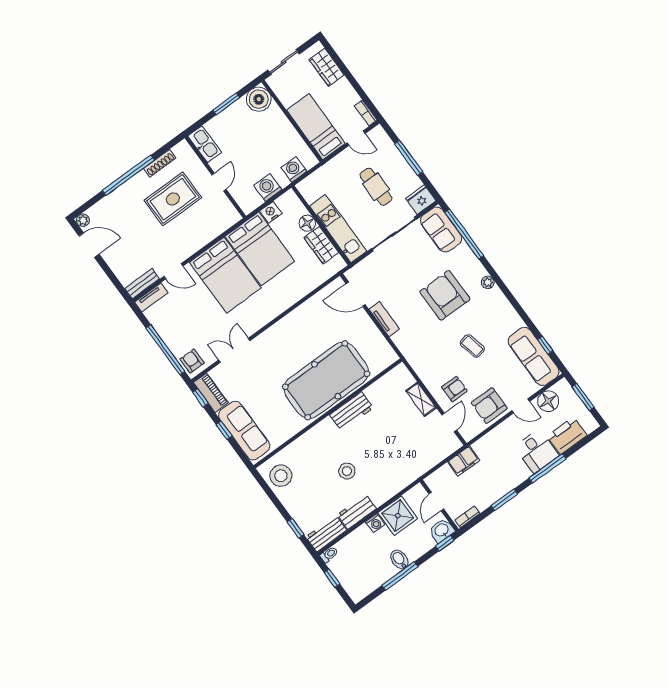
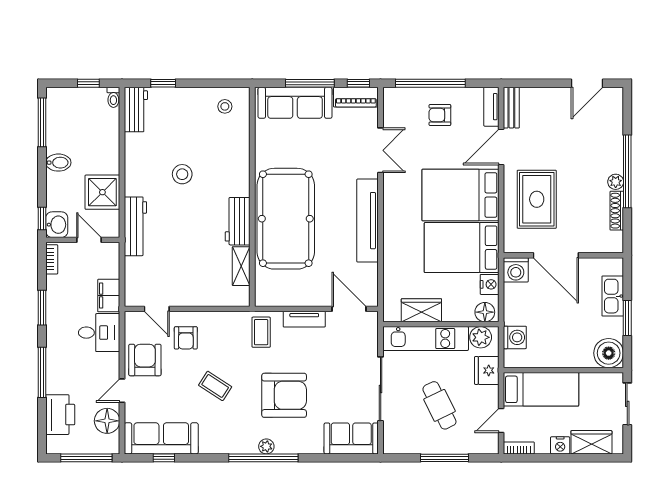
nightstand: (344, 87) -> (560, 445), added
kitchen sink: (205, 144) -> (613, 296), moved, turned 90
door: (219, 182) -> (556, 255), width x1.87
cafe table: (376, 187) -> (439, 405), turned 64
washing machine: (268, 188) -> (516, 270), moved, turned 90
plant: (311, 192) -> (481, 337), added
rug: (173, 199) -> (537, 199), moved
fridge: (421, 200) -> (487, 370), moved, turned 180
plant: (83, 220) -> (616, 182), moved
floor lamp: (307, 223) -> (485, 312), moved
window: (464, 234) -> (263, 458), moved
door: (173, 271) -> (501, 147), width x1.38
door: (356, 294) -> (349, 309), hinge flipped
tv unit: (288, 325) -> (368, 221), added
coffee table: (414, 341) -> (261, 332), added
coffee table: (472, 346) -> (215, 386), turned 46
armchair: (192, 361) -> (440, 115), moved, turned 180
window: (583, 397) -> (86, 458), width x1.44
shelving: (421, 399) -> (241, 266), moved, turned 90
window: (224, 430) -> (310, 83), width x2.17
desk: (537, 451) -> (99, 333), moved, turned 180
stool: (281, 476) -> (225, 106), width x0.53, depth x0.53
workbench: (357, 512) -> (135, 226), moved, width x1.38
washing machine: (375, 523) -> (111, 165), removed
window: (400, 576) -> (42, 122), moved

